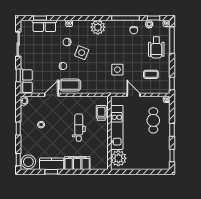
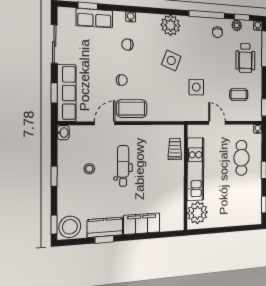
side table: (82, 53) -> (171, 61), moved
row of seats: (26, 81) -> (67, 93), width x1.48
dental chair: (79, 128) -> (123, 166), moved

